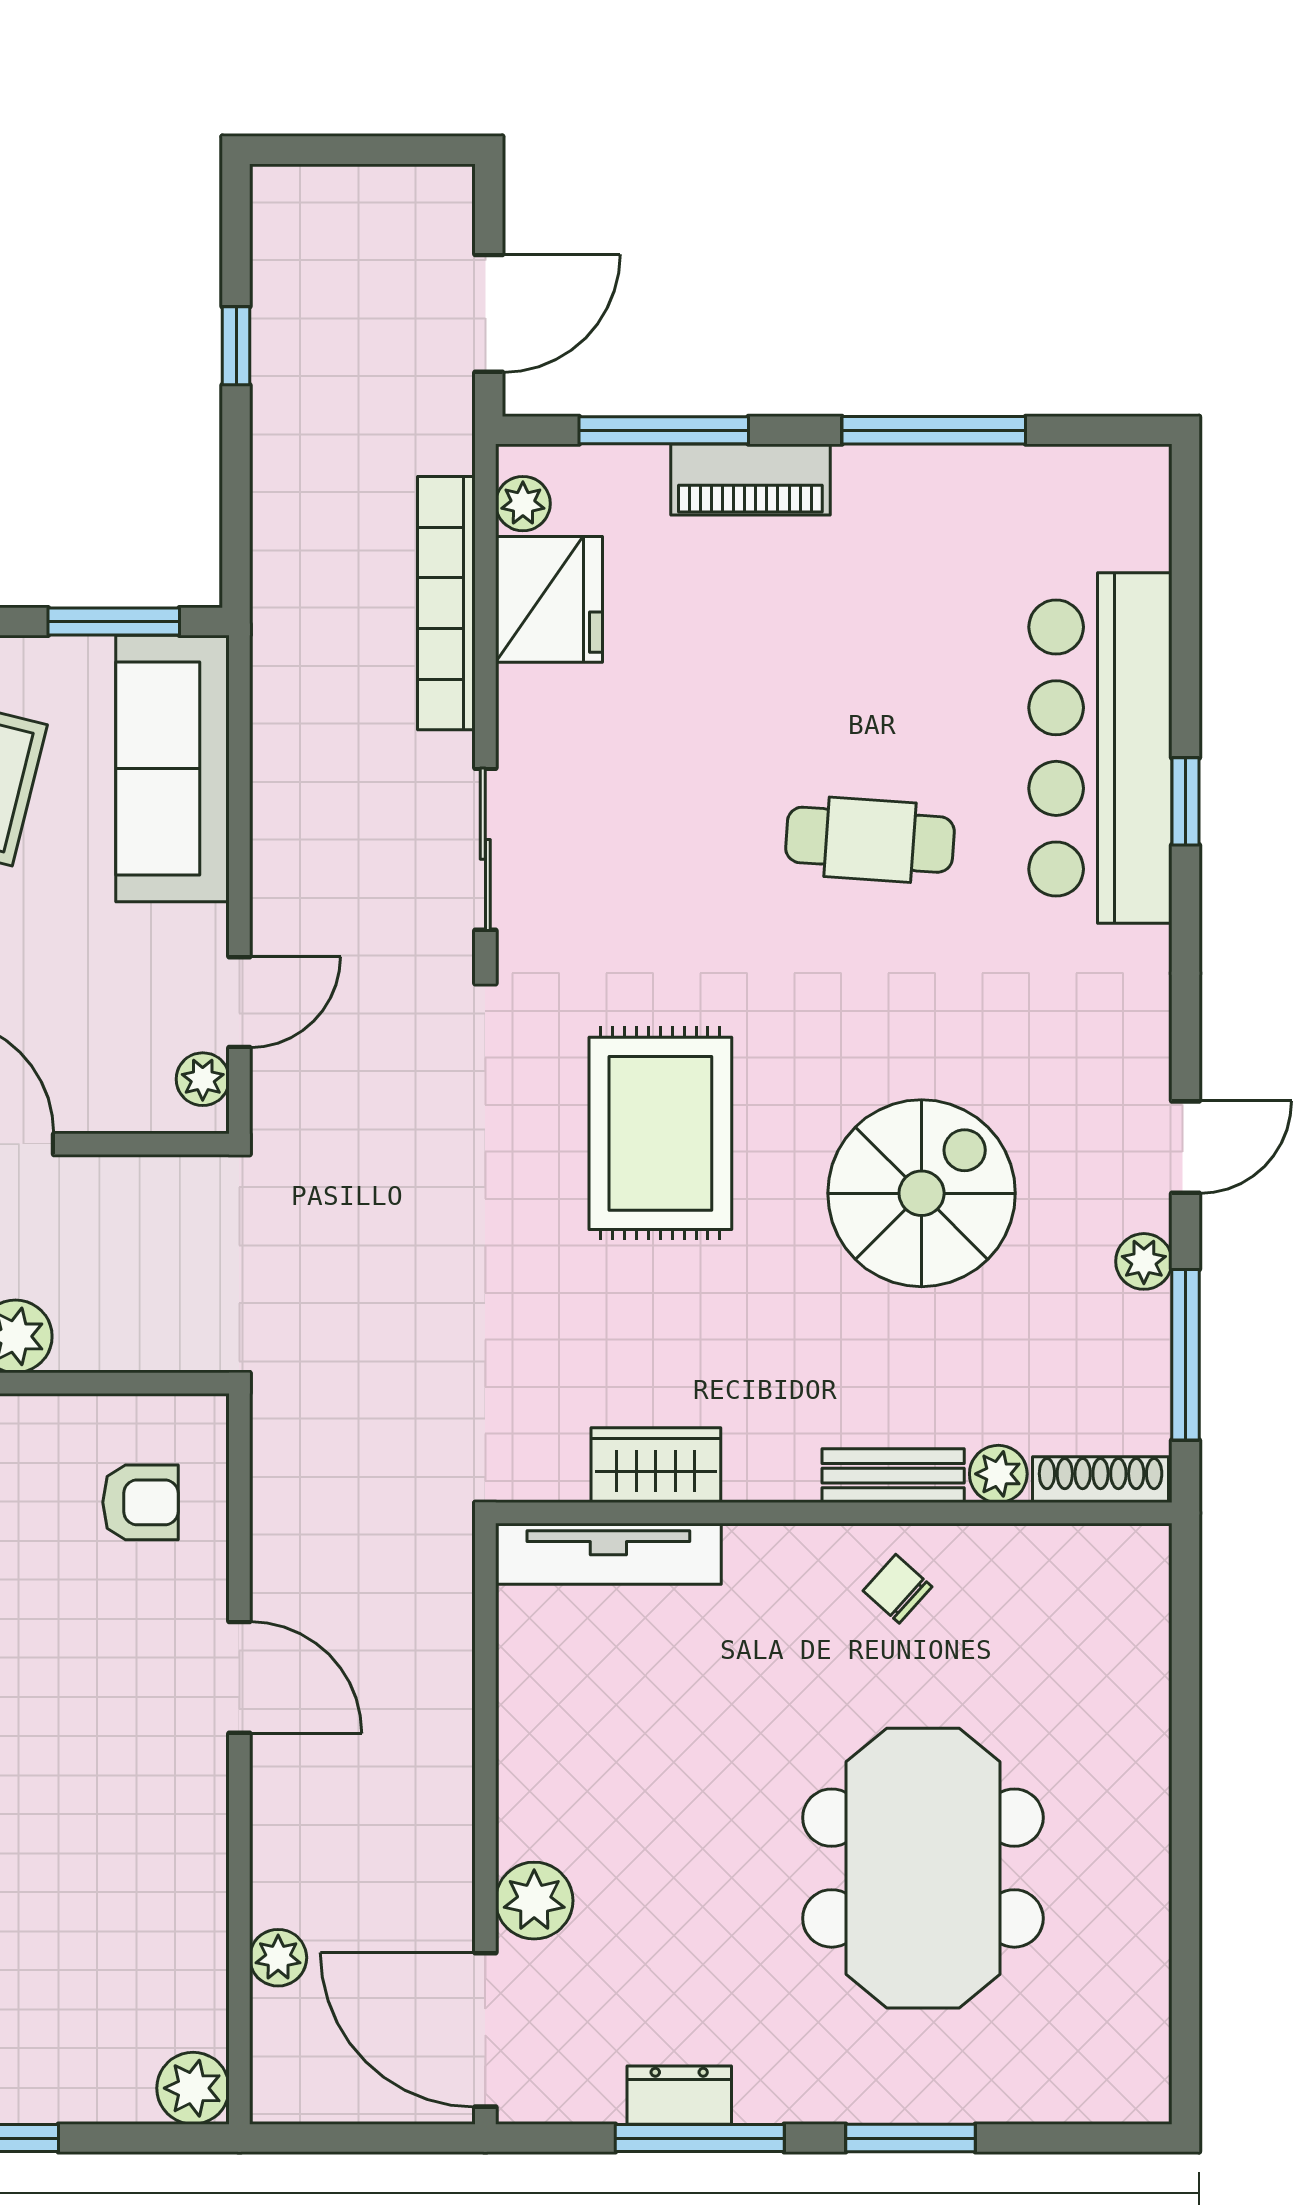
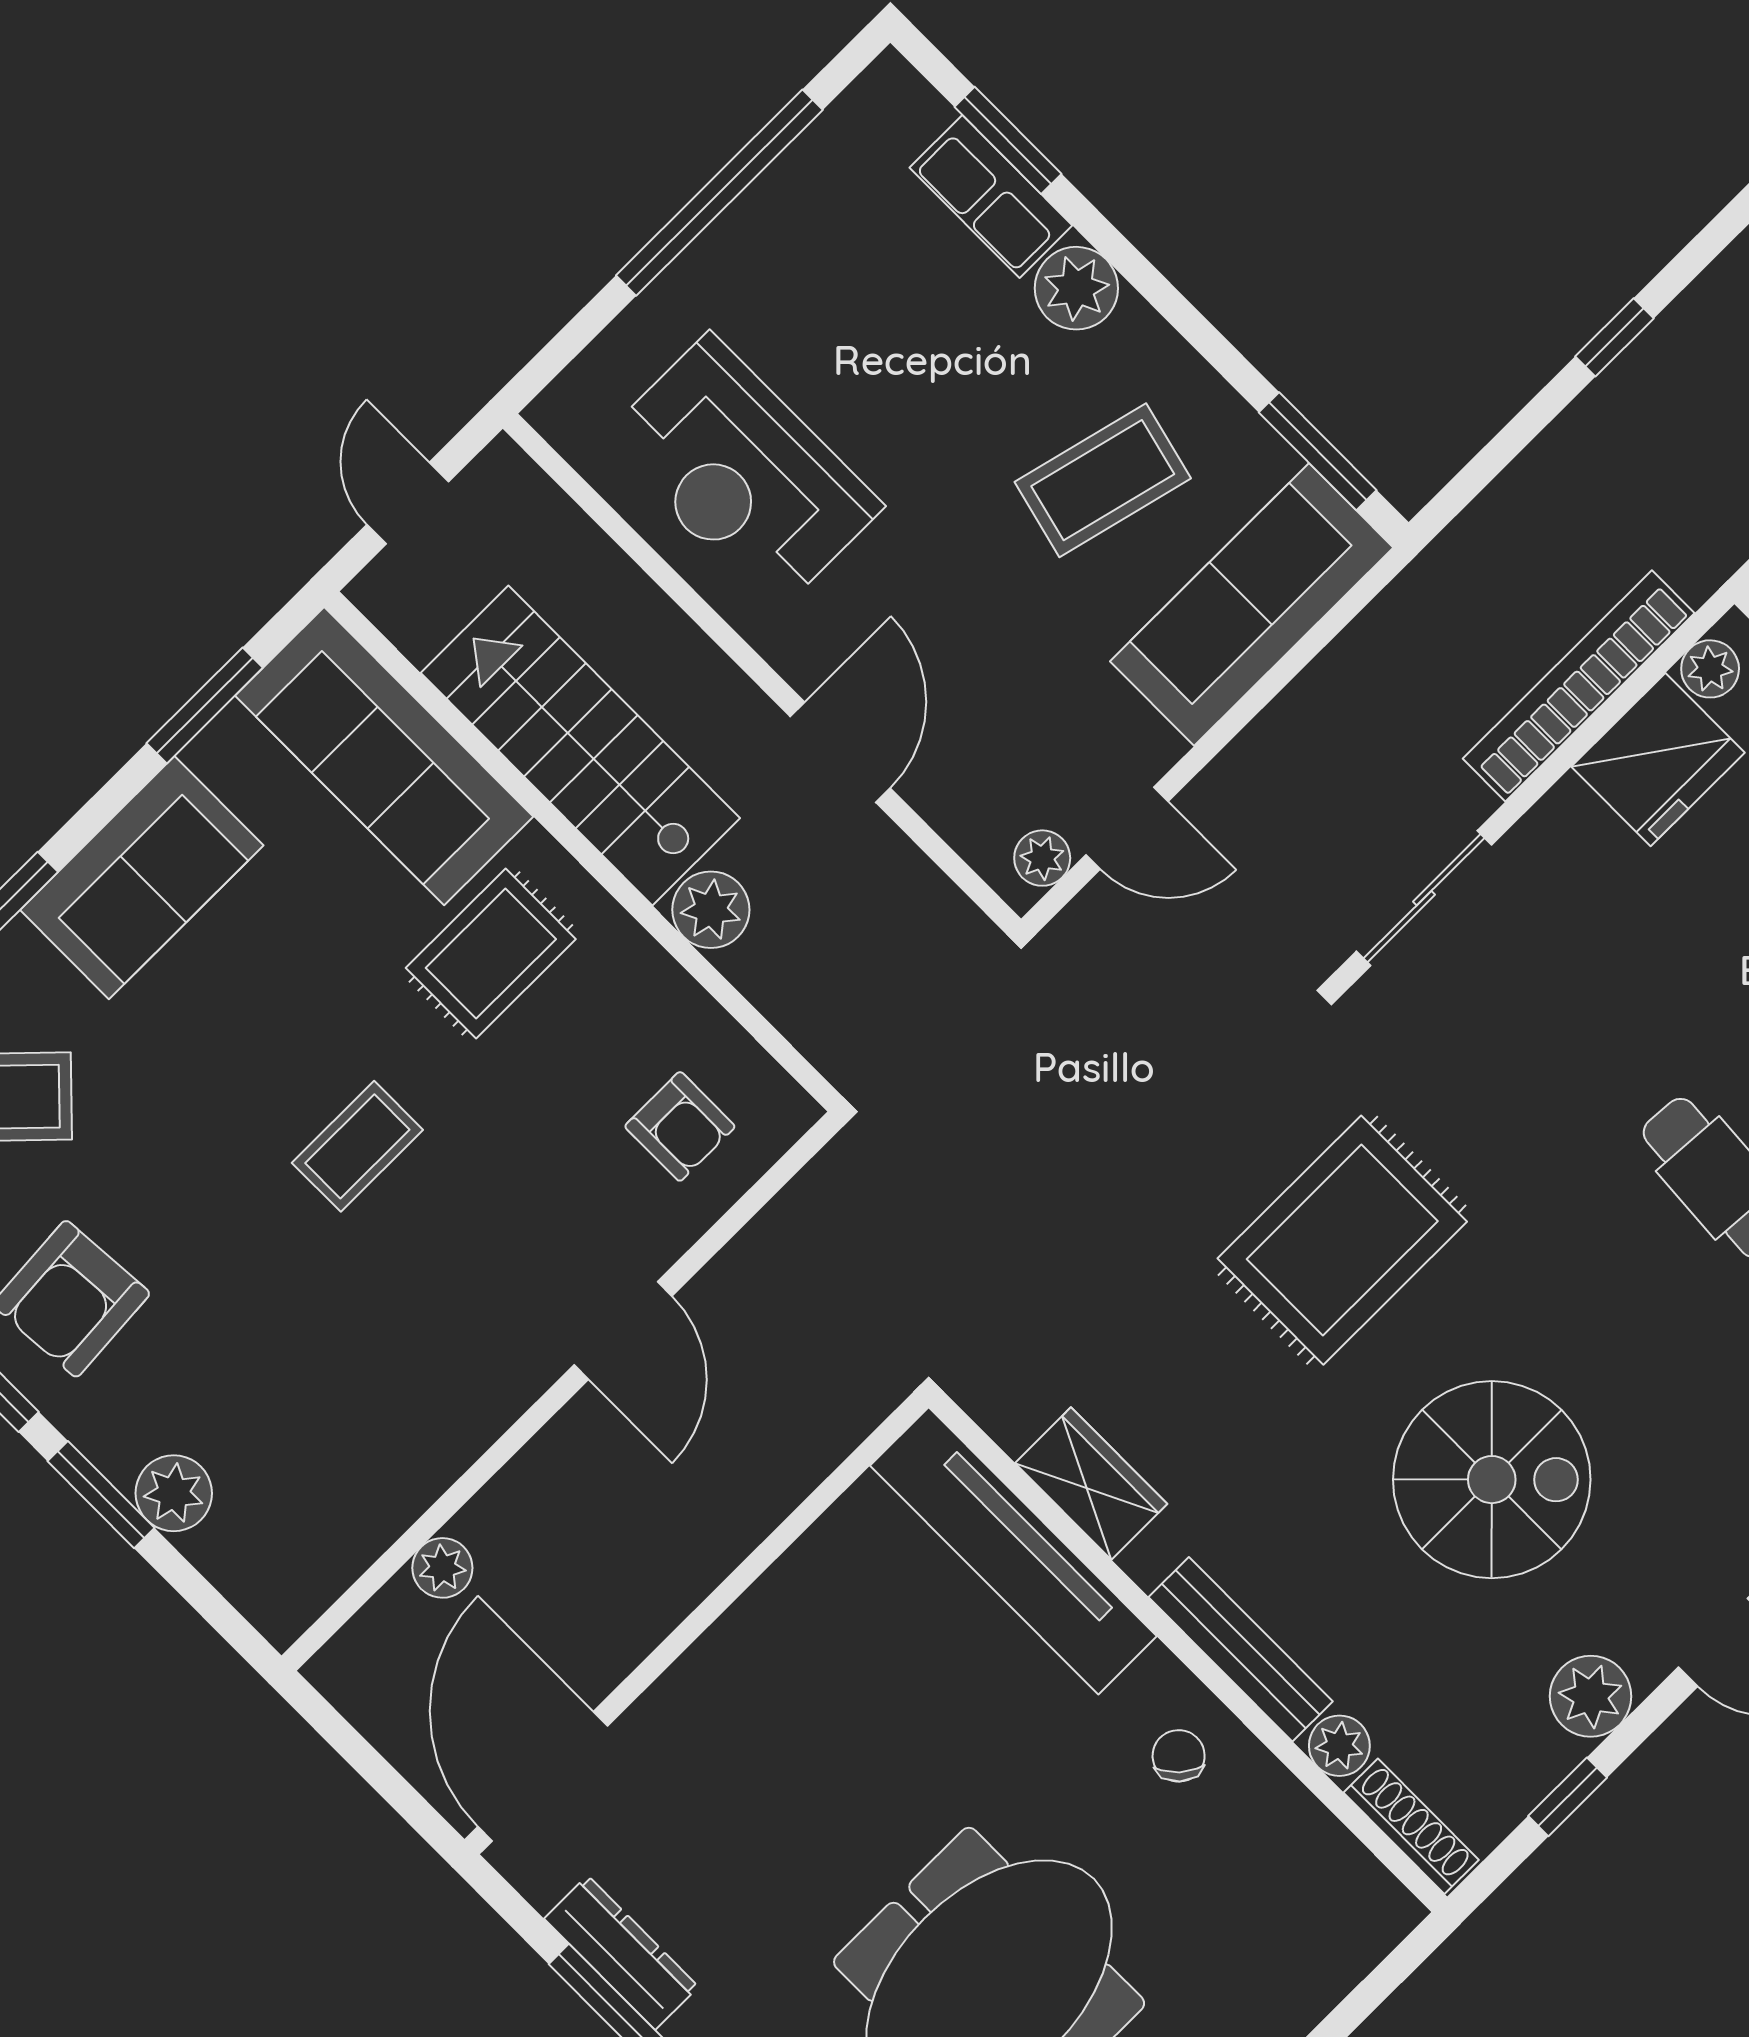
plant: (1144, 1261) -> (1591, 1696), width x1.38, depth x1.38
window: (1186, 1355) -> (1568, 1797), width x0.46
bench: (893, 1476) -> (1241, 1649), width x1.36
tv unit: (608, 1554) -> (1013, 1551), width x1.36, depth x1.29
plant: (534, 1901) -> (676, 1717), removed
plant: (193, 2088) -> (174, 1493), moved
dresser: (679, 2095) -> (621, 1953), width x1.44

